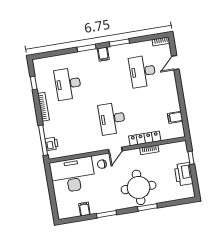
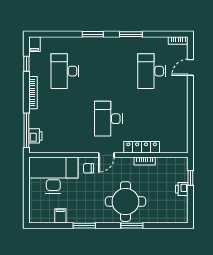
filing cabinet: (103, 54) -> (34, 44), moved
filing cabinet: (175, 117) -> (180, 129), removed
printer: (184, 174) -> (182, 189), width x0.53, depth x0.68

